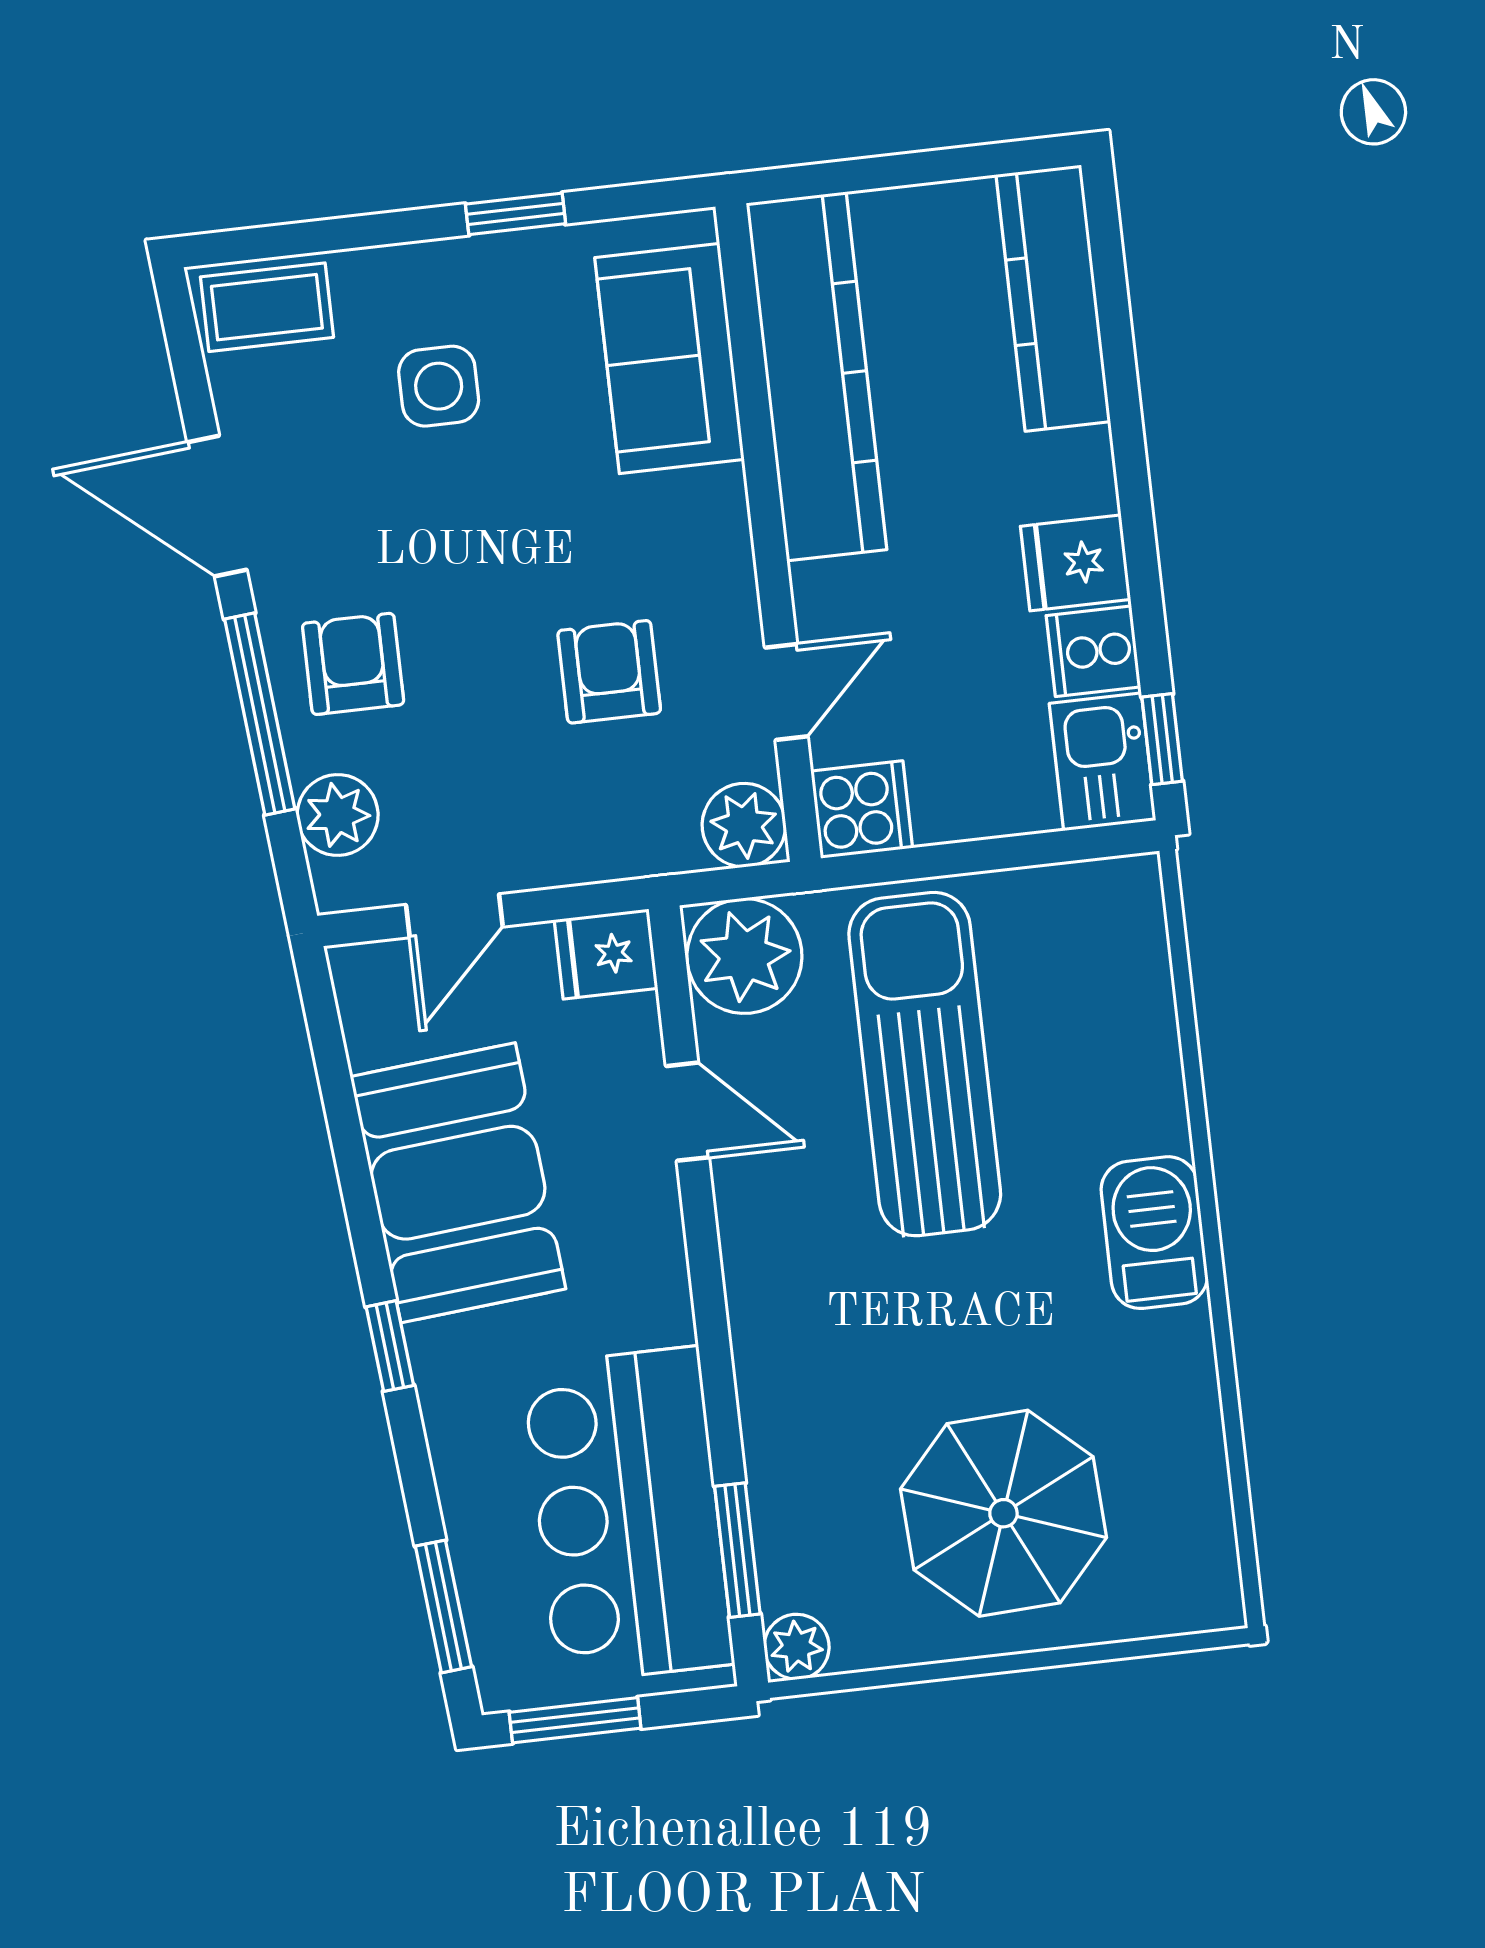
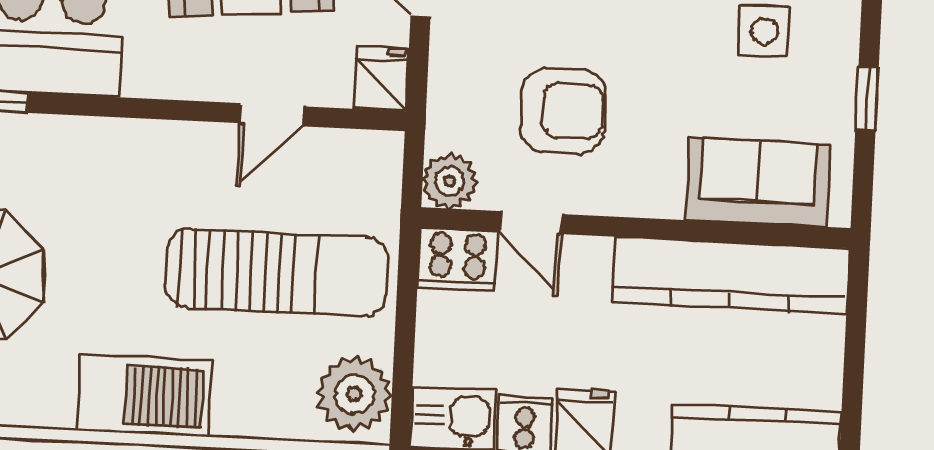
armchair: (609, 672) -> (563, 111), width x1.38, depth x1.38
cooker: (862, 810) -> (458, 259), width x1.36
plant: (744, 956) -> (354, 394), moved
barbecue: (1154, 1233) -> (145, 396), width x1.37, depth x1.21

